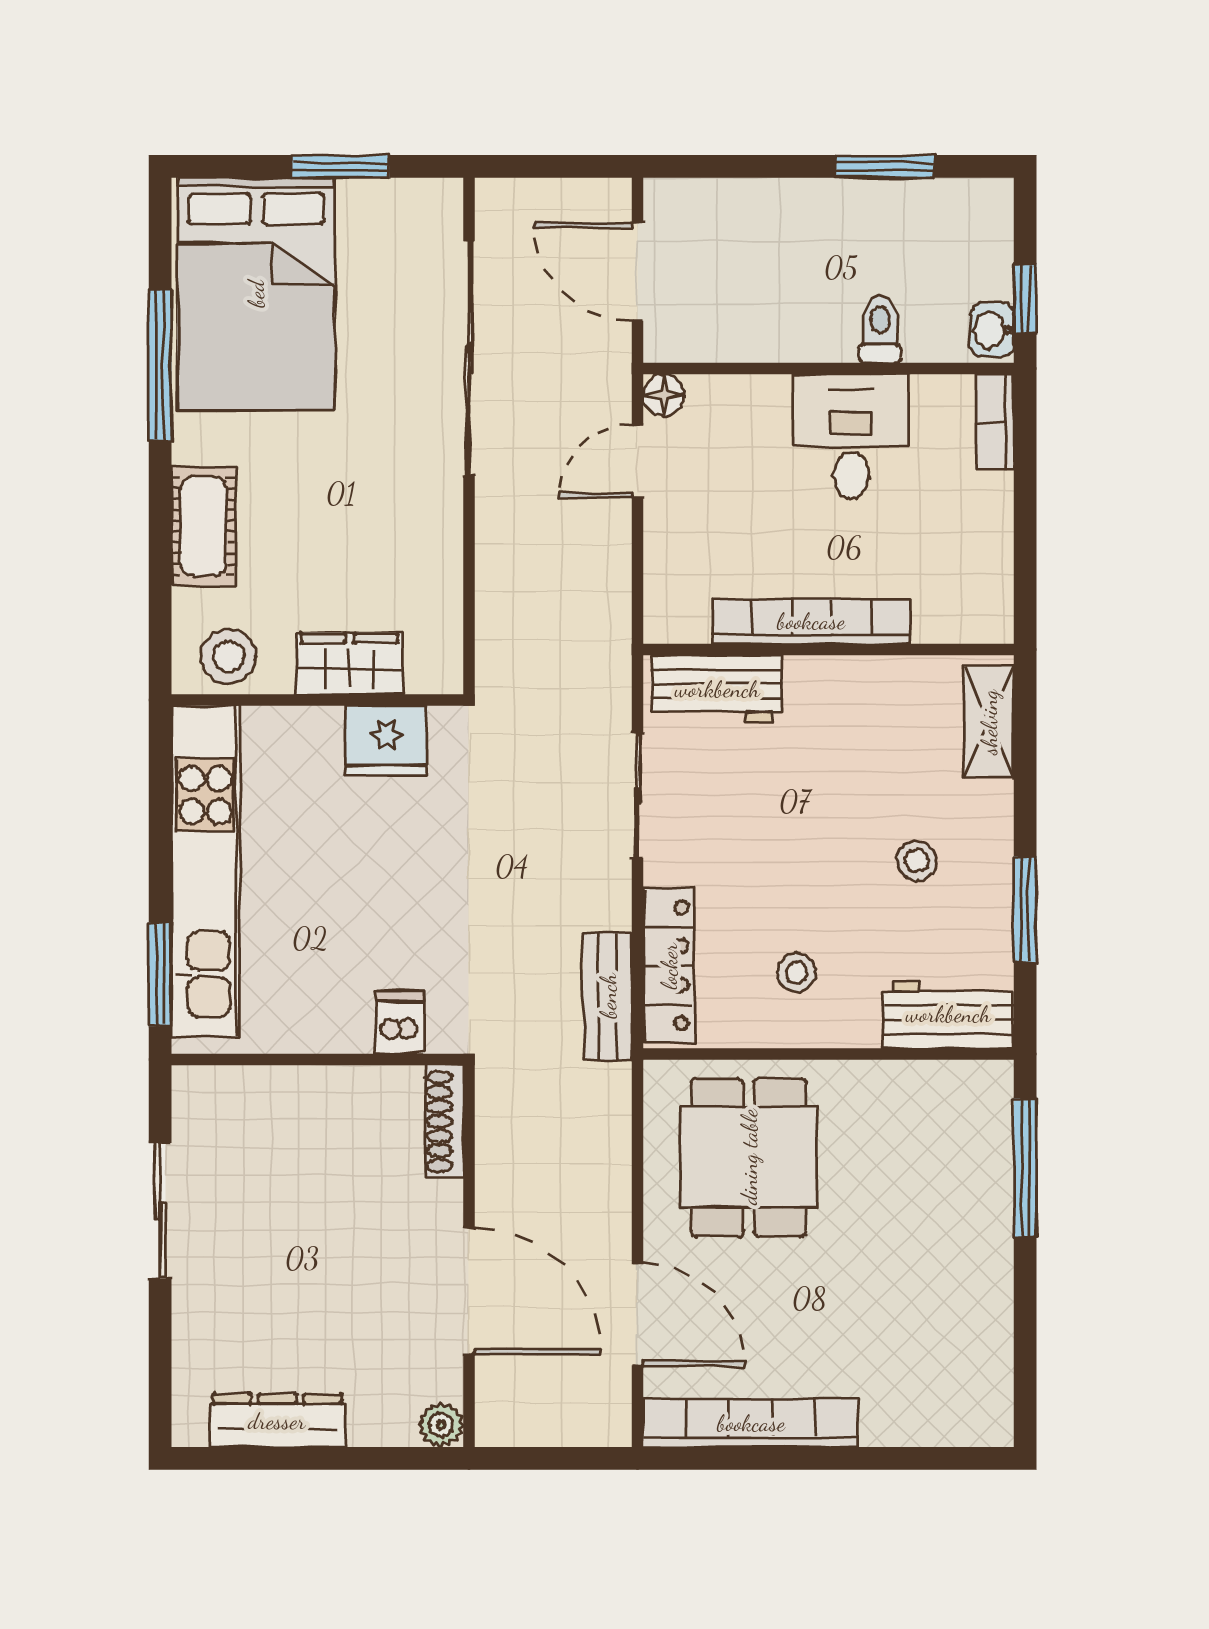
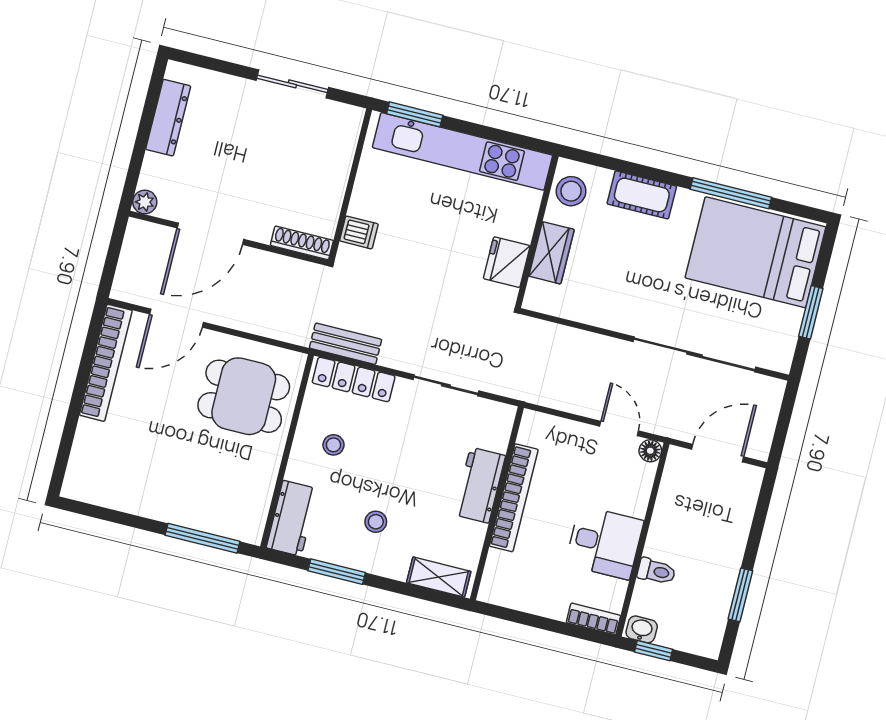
workbench: (717, 689) -> (480, 485), moved

